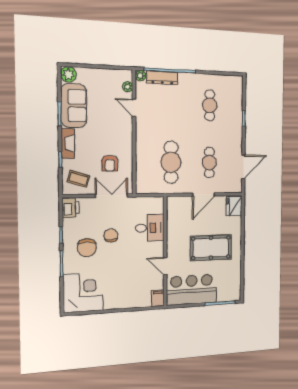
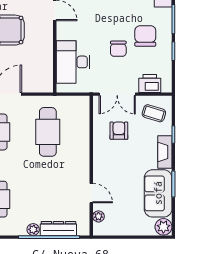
plant: (140, 76) -> (33, 229), moved
printer: (71, 207) -> (150, 83), moved, turned 90
desk: (150, 228) -> (73, 62), width x1.37

